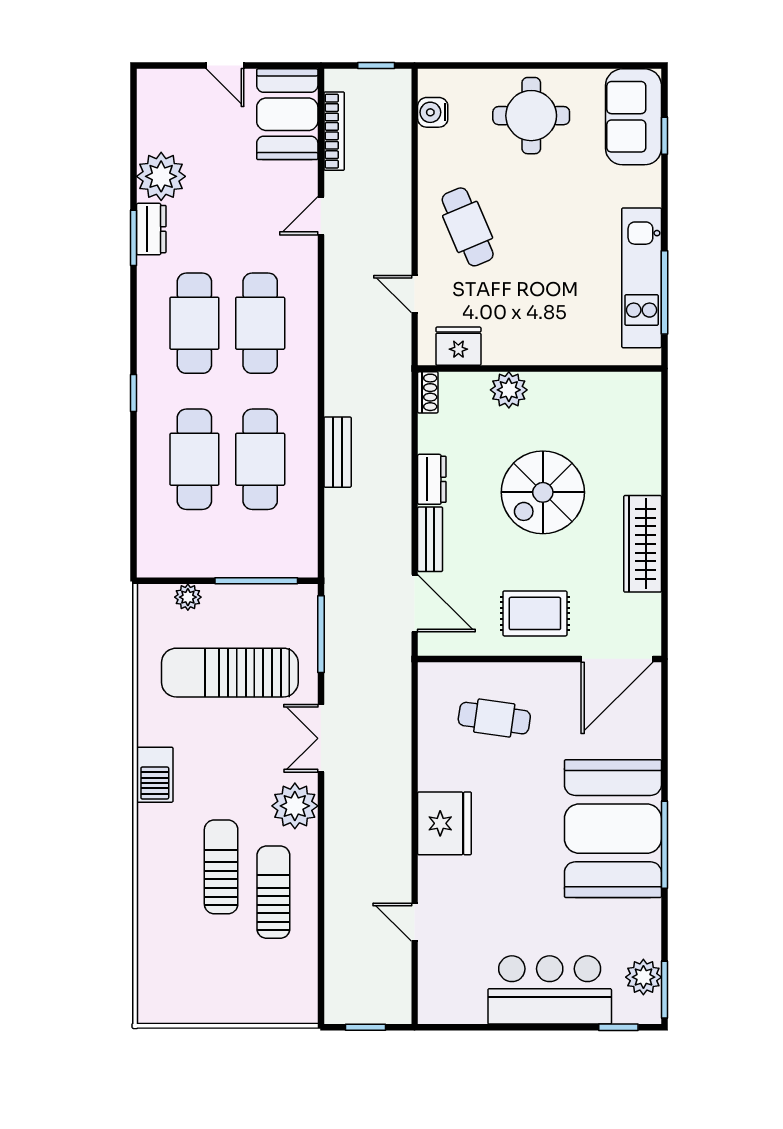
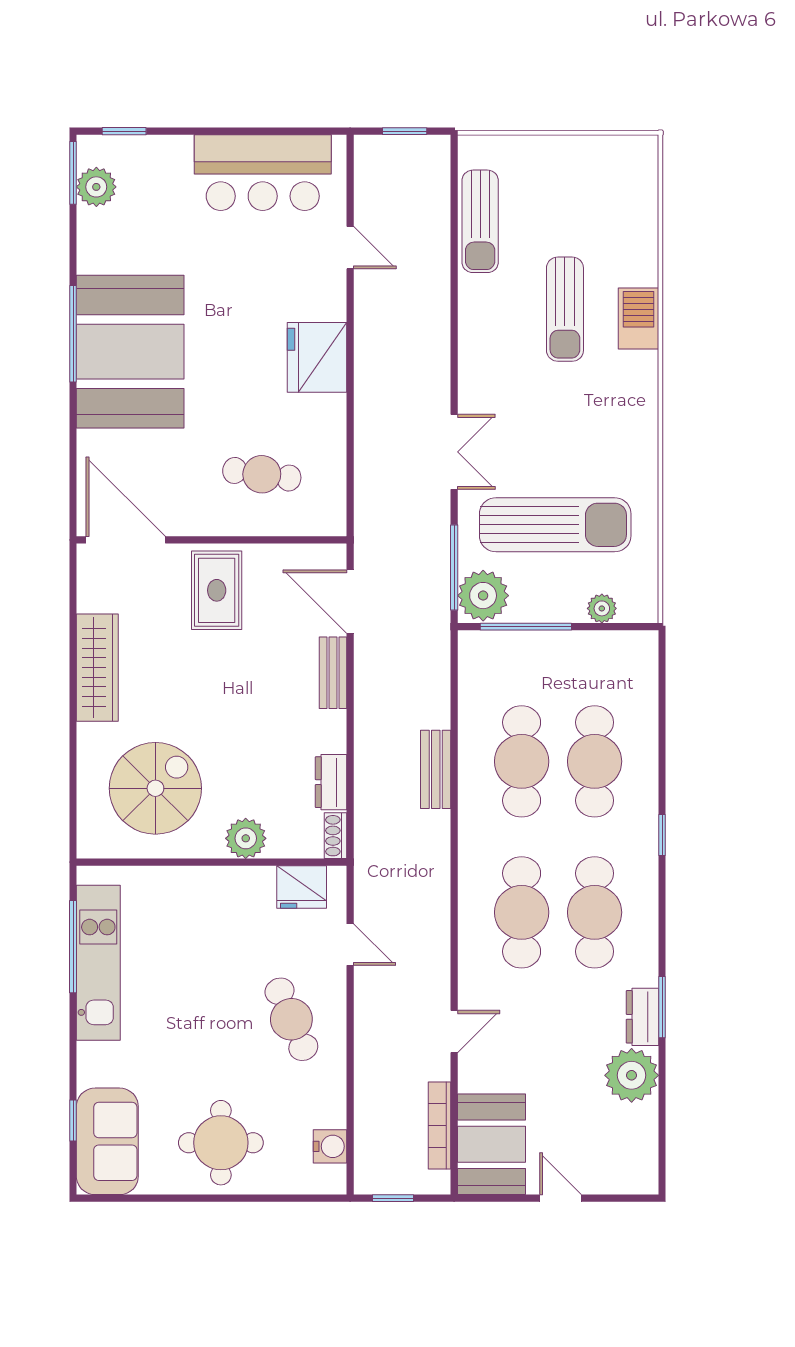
dresser: (432, 479) -> (331, 782), moved
spiral stairs: (543, 492) -> (155, 788), moved
rug: (535, 613) -> (217, 590), turned 90
door: (617, 659) -> (126, 540), hinge flipped
barbecue: (155, 775) -> (639, 318), moved
plant: (295, 806) -> (483, 596), moved
sun lounger: (273, 892) -> (480, 221), moved
bar counter: (550, 990) -> (263, 173), moved

